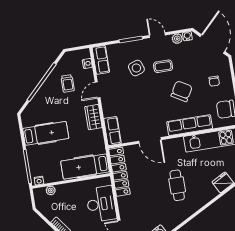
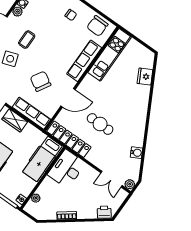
chair: (182, 91) -> (41, 81), moved
row of seats: (112, 131) -> (32, 113), width x1.48
cafe table: (177, 185) -> (100, 124), moved
desk: (101, 204) -> (67, 169), moved, turned -90

